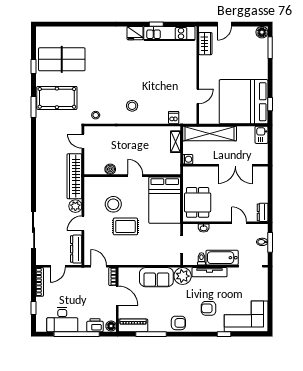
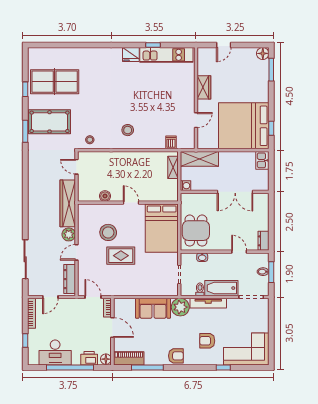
wardrobe: (205, 44) -> (204, 87), moved
shelving: (210, 134) -> (199, 159), width x0.68

